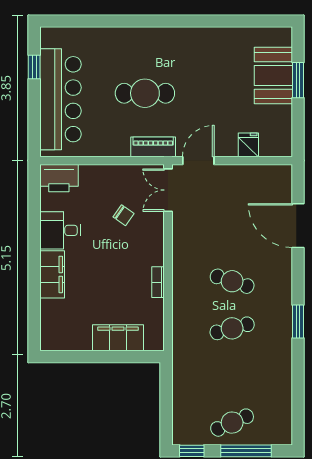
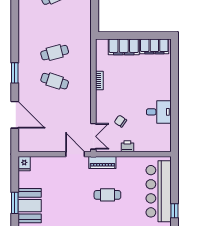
cafe table: (145, 93) -> (107, 195), width x0.73, depth x0.74
fridge: (248, 145) -> (24, 164), moved
door: (198, 161) -> (75, 154), swing flipped
printer: (59, 178) -> (127, 146), moved, width x0.53, depth x0.68
filing cabinet: (52, 274) -> (154, 46), moved, turned -90
window: (298, 321) -> (15, 73), moved

